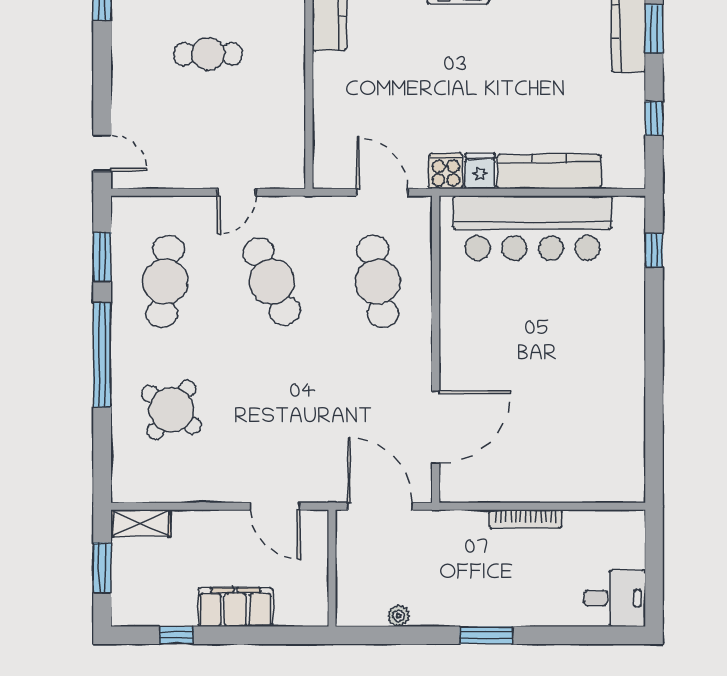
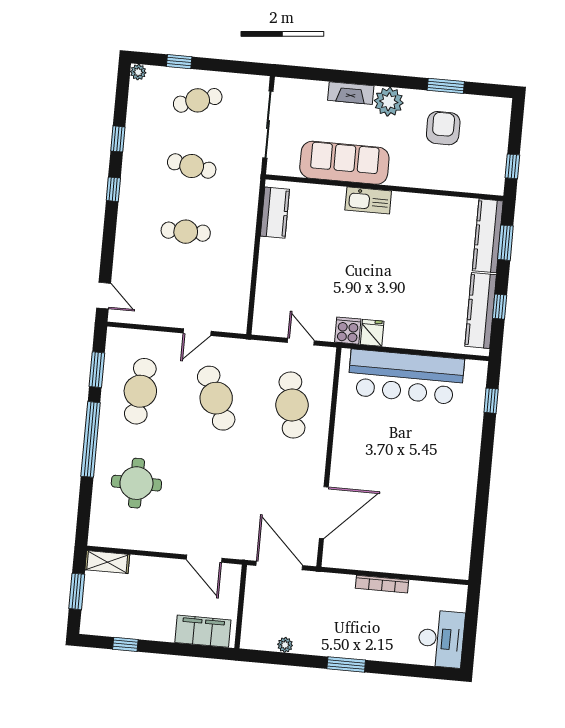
kitchen counter: (549, 172) -> (481, 310), moved, turned -90
door: (382, 192) -> (301, 342), width x0.73
round table: (171, 410) -> (136, 483), turned -37
desk: (615, 598) -> (441, 639), width x1.37
filing cabinet: (235, 607) -> (203, 631), moved

